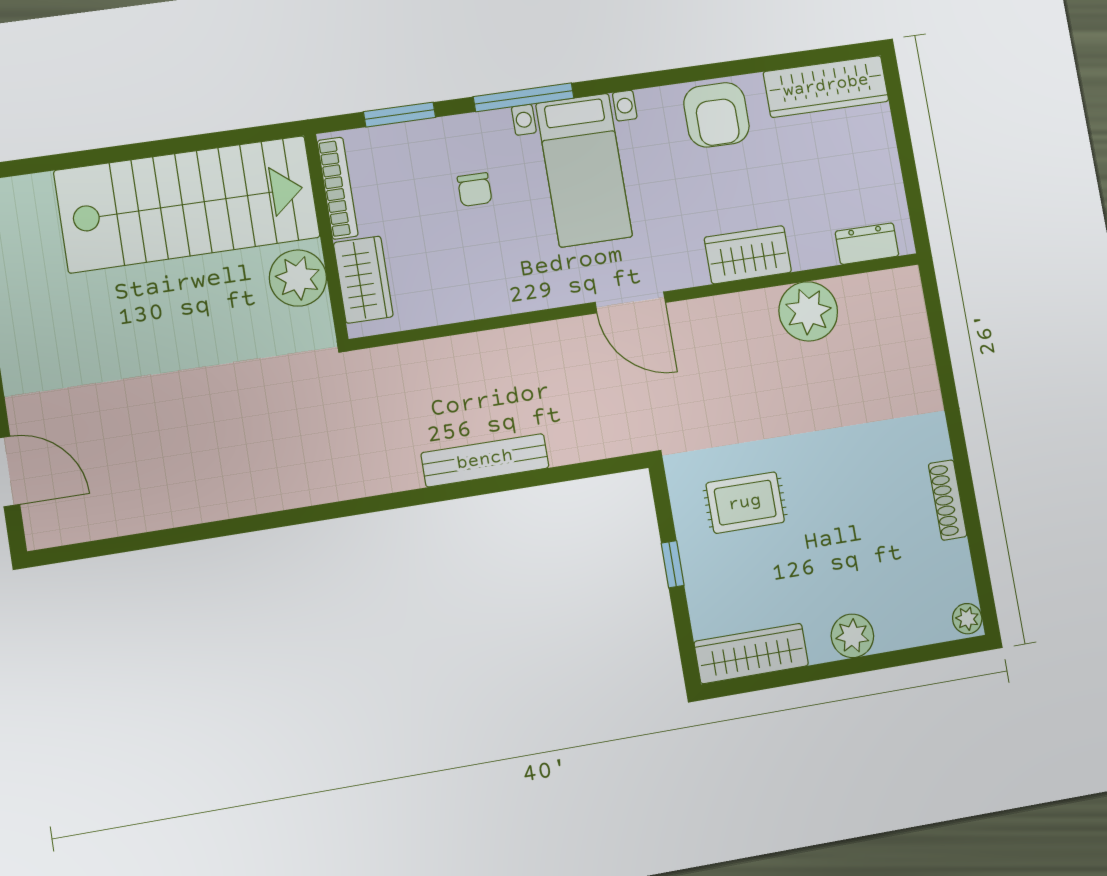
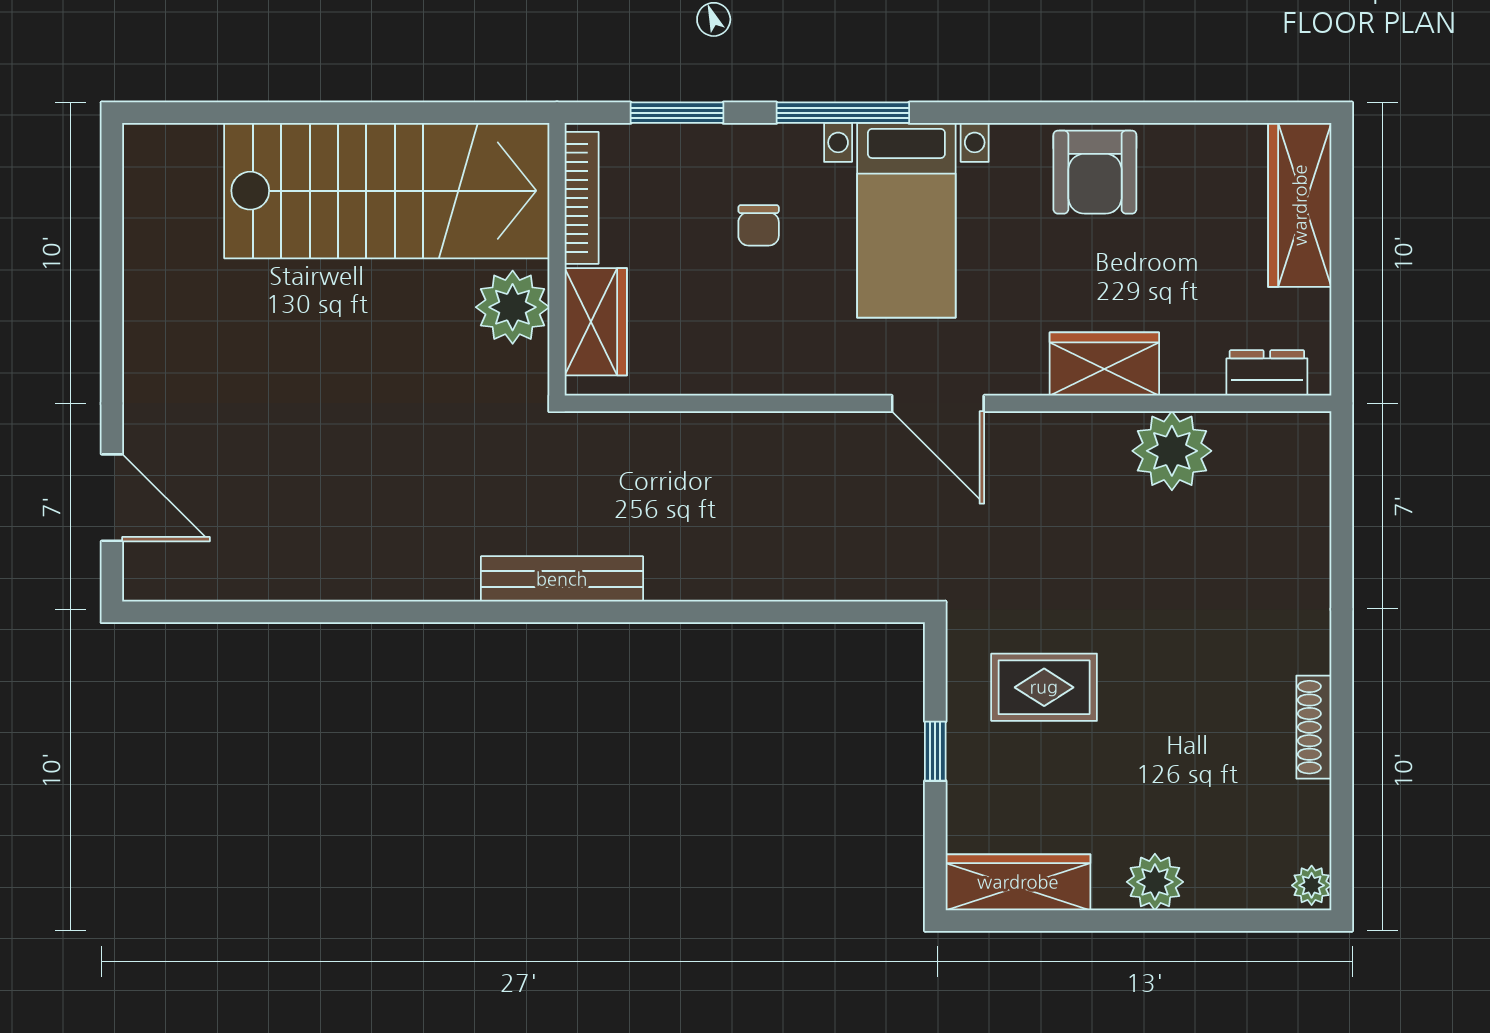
wardrobe: (826, 86) -> (1300, 205), moved, turned 90
bench: (485, 460) -> (562, 579), moved

